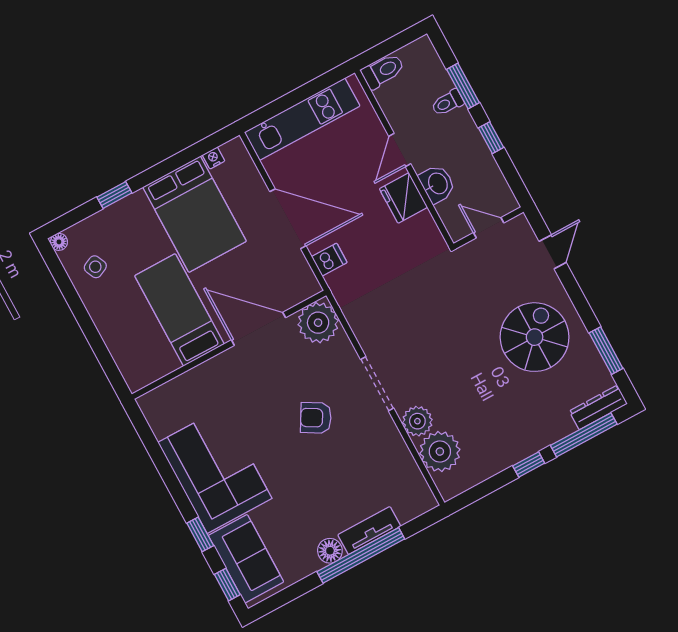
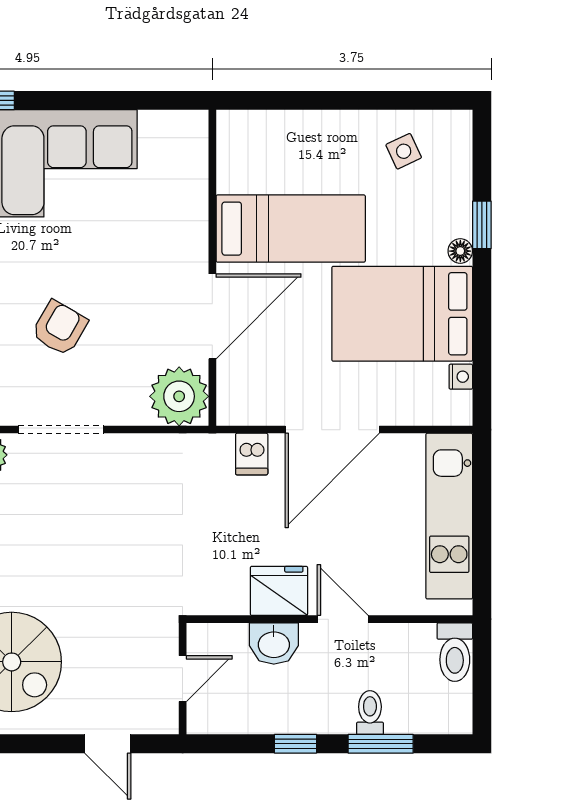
floor lamp: (59, 242) -> (460, 251), moved

